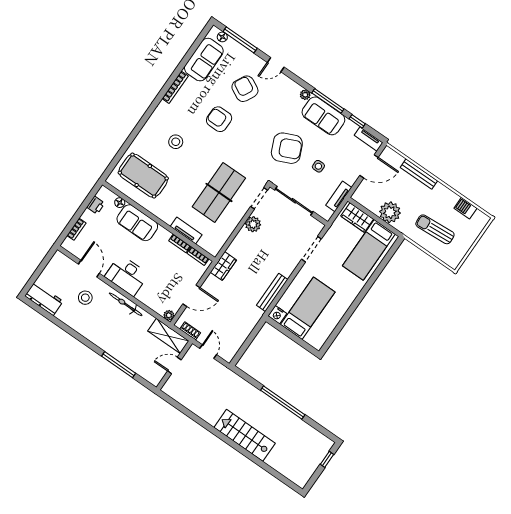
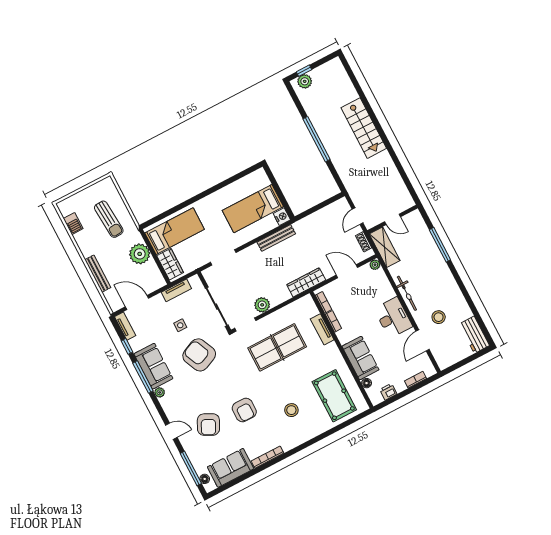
wardrobe: (223, 266) -> (306, 282), width x1.50
plant: (321, 450) -> (305, 81), added

